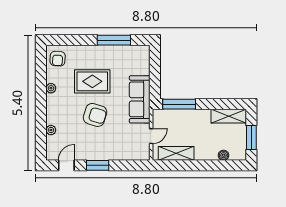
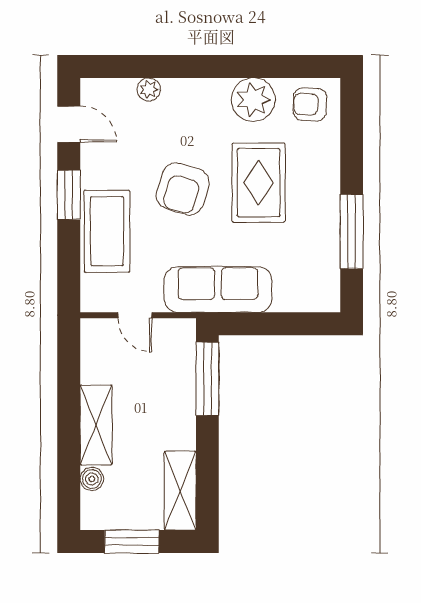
plant: (51, 88) -> (253, 100), width x1.88, depth x1.88
coffee table: (114, 148) -> (107, 231), added
shelving: (176, 153) -> (96, 425), moved

